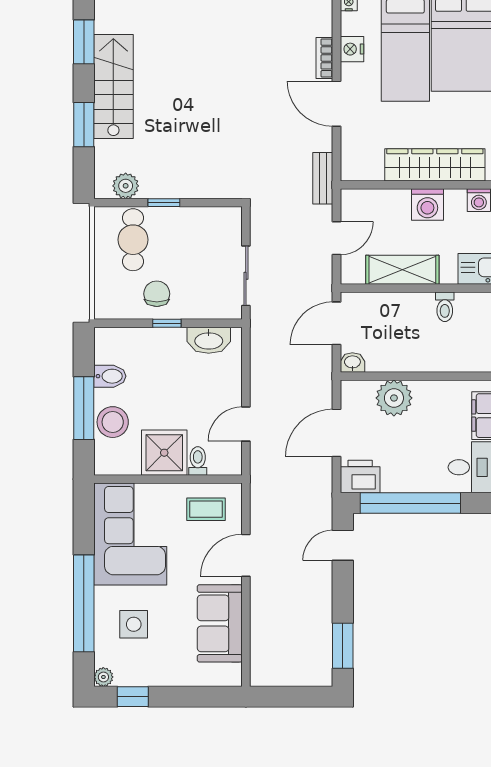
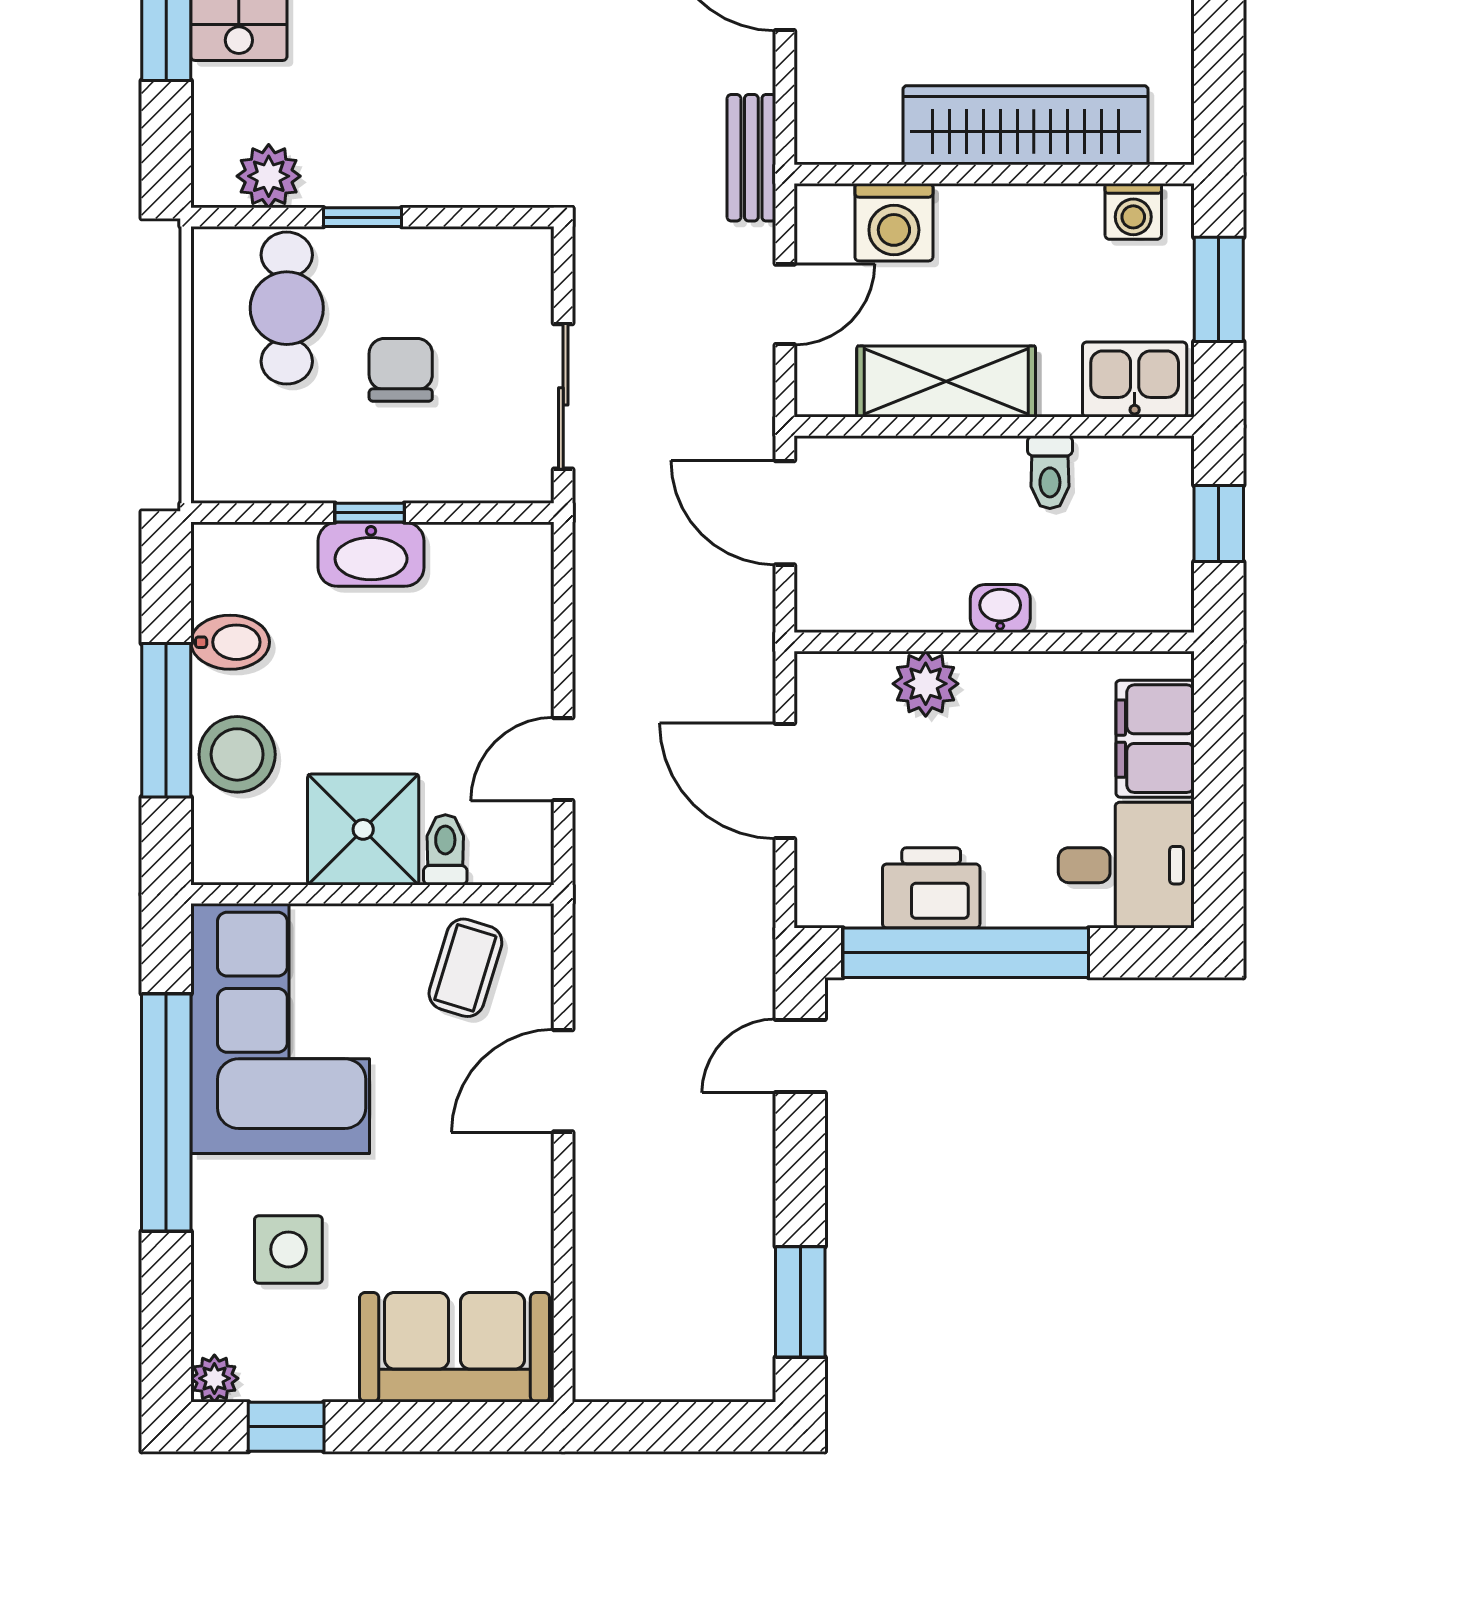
washing machine: (427, 205) -> (894, 222), moved
chair: (157, 294) -> (401, 370), moved
door: (336, 323) -> (785, 513), hinge flipped
washbasin: (209, 340) -> (371, 554), moved
washbasin: (352, 362) -> (1000, 609), moved
plant: (394, 398) -> (926, 684), width x0.73, depth x0.73
door: (336, 433) -> (785, 781), hinge flipped
printer: (360, 477) -> (931, 888), moved
coffee table: (206, 509) -> (465, 968), turned -73
window: (84, 603) -> (166, 1113), moved
sofa: (220, 623) -> (455, 1347), moved, turned 90

